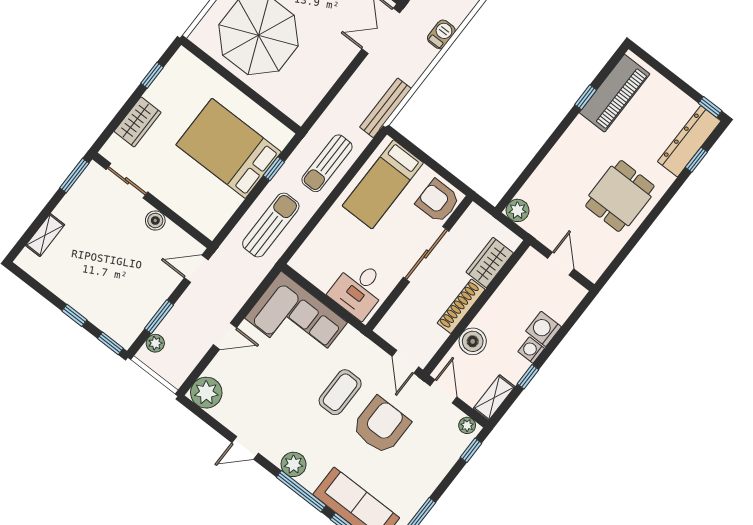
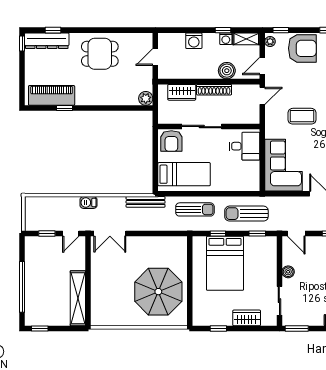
window: (235, 219) -> (257, 233), added
washing machine: (531, 350) -> (226, 39), moved
armchair: (381, 426) -> (302, 48), moved, turned 180

